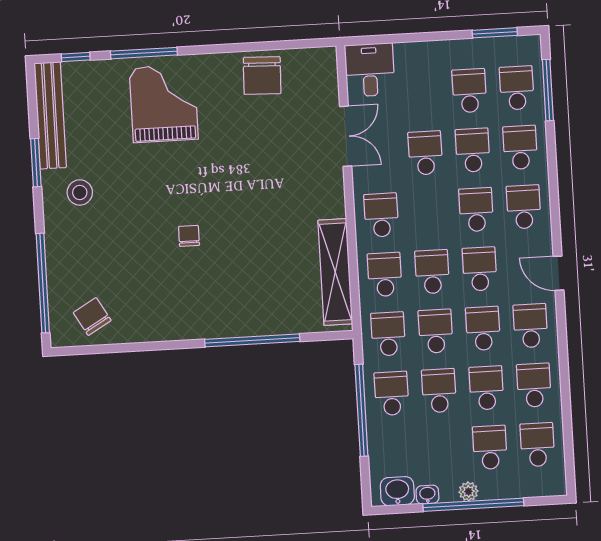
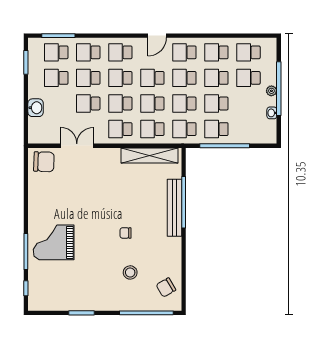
desk: (370, 70) -> (42, 131), removed
chair: (262, 76) -> (44, 162), moved
bench: (50, 115) -> (174, 208), moved, turned 90
stool: (80, 192) -> (130, 272), moved
school desk: (429, 212) -> (120, 103), added
washbasin: (397, 491) -> (36, 108), moved, turned 180

